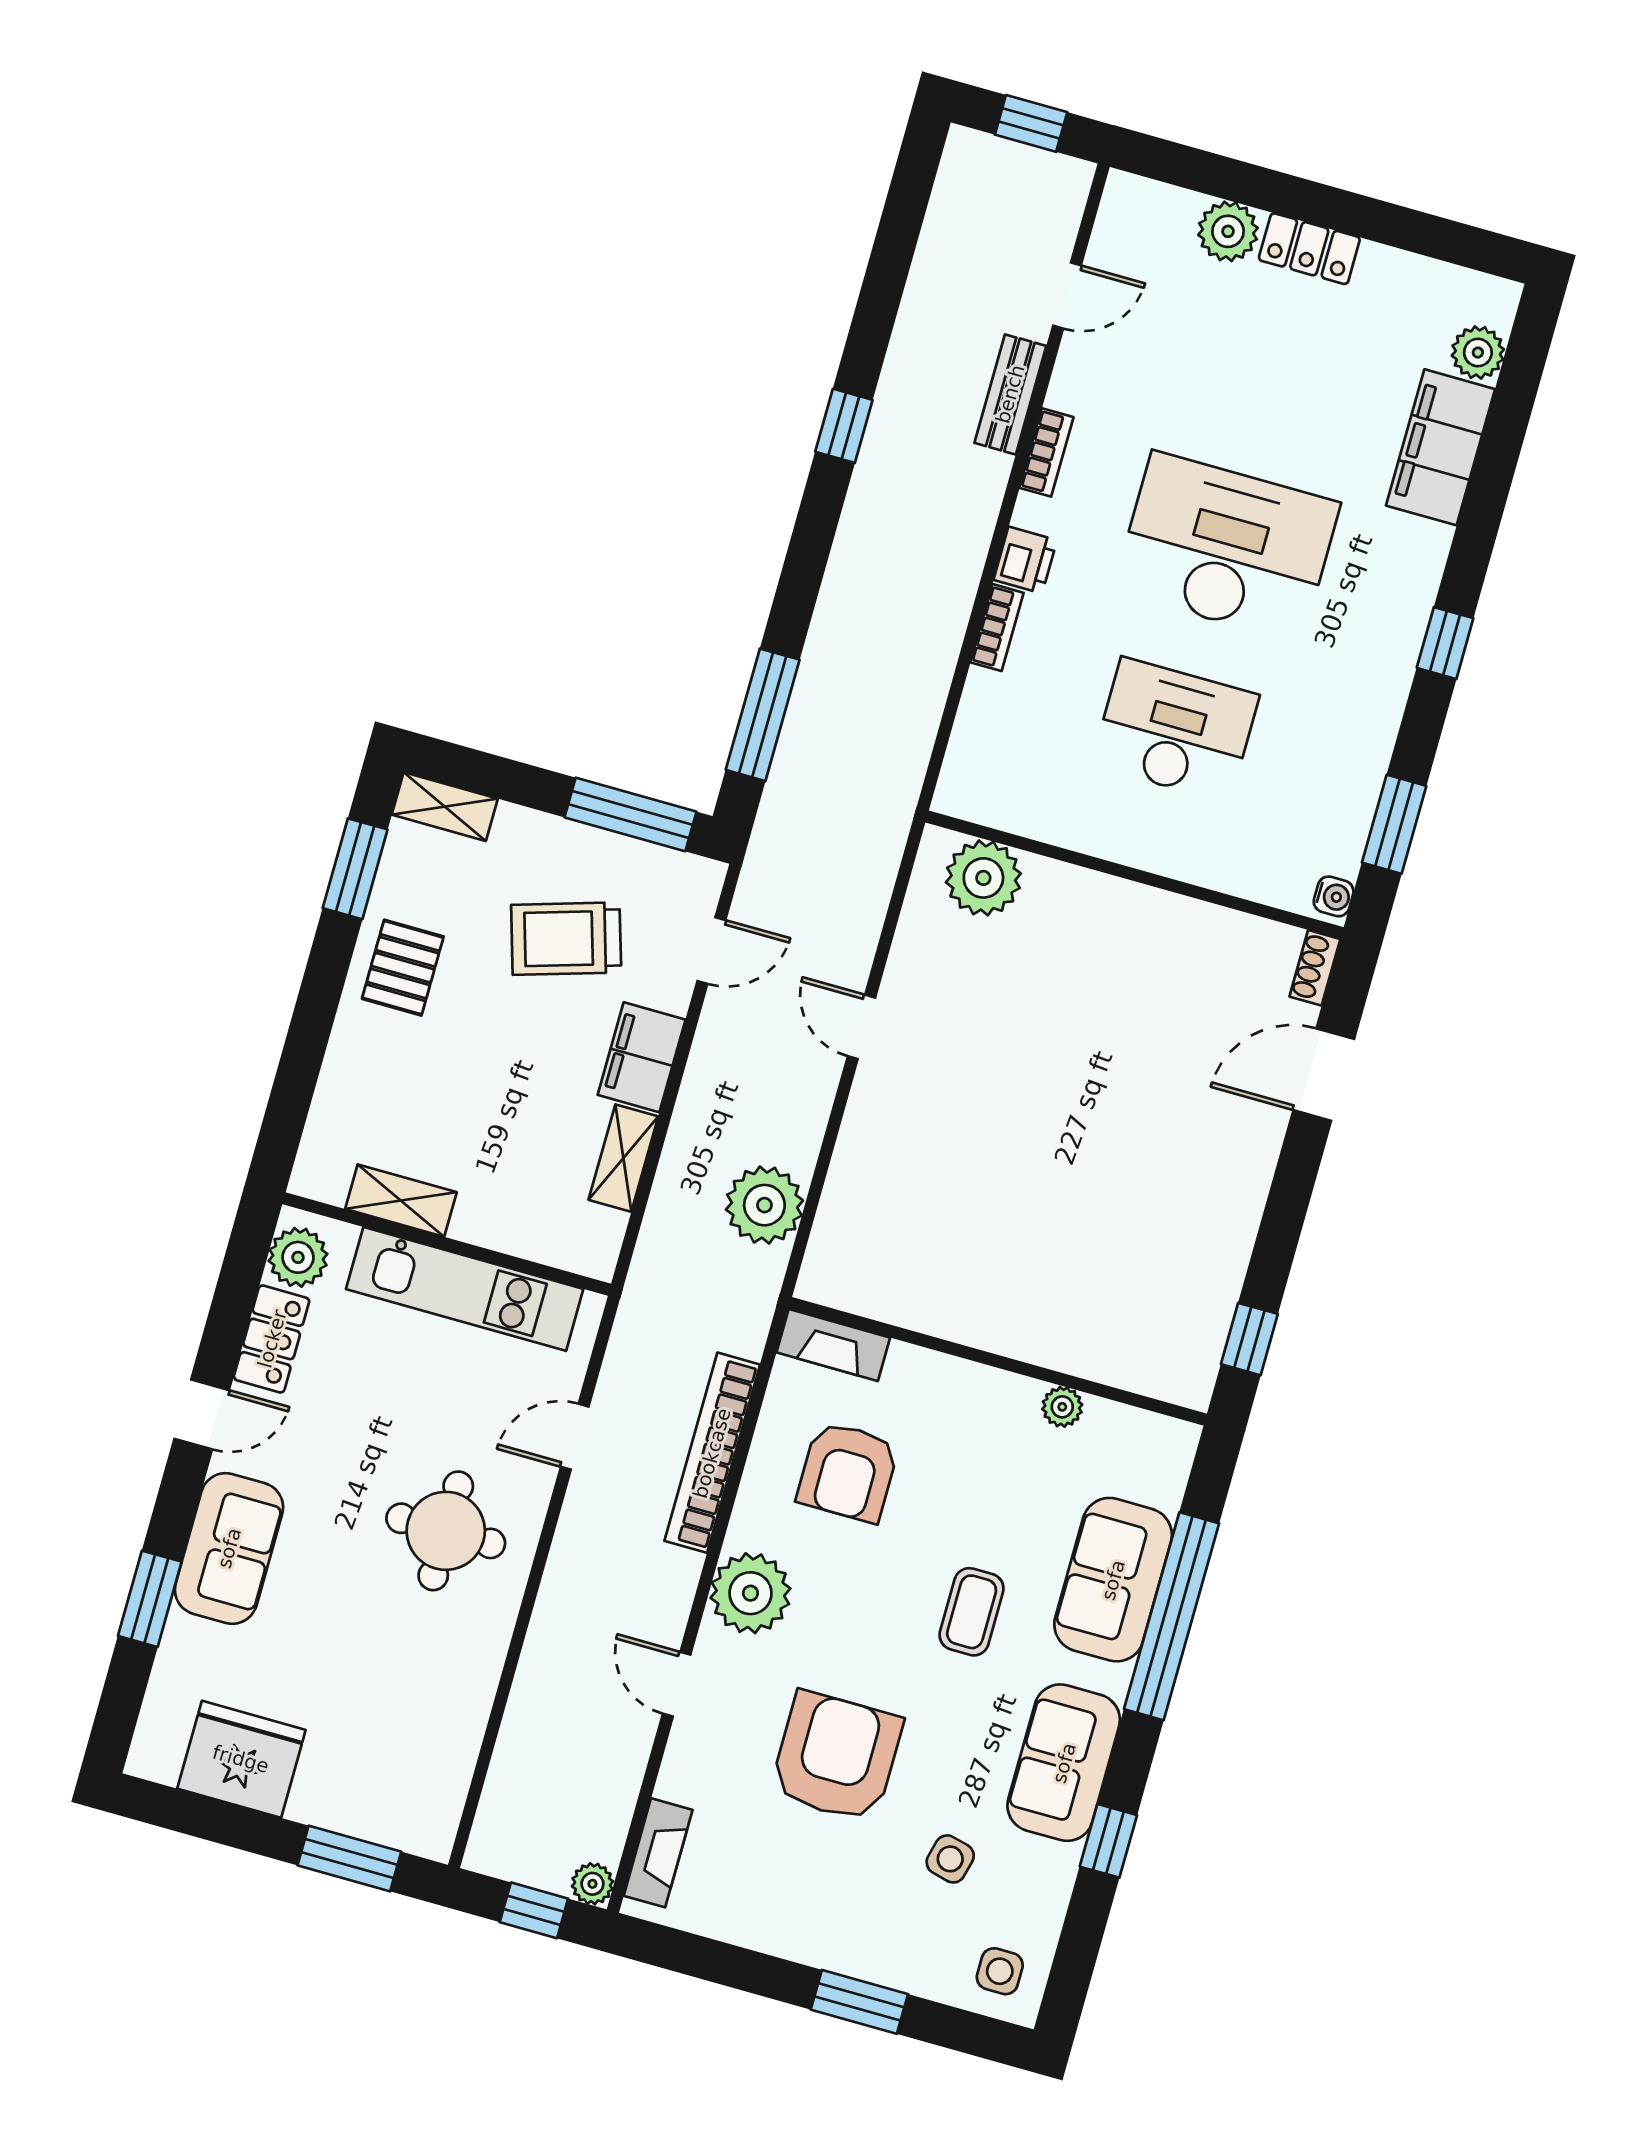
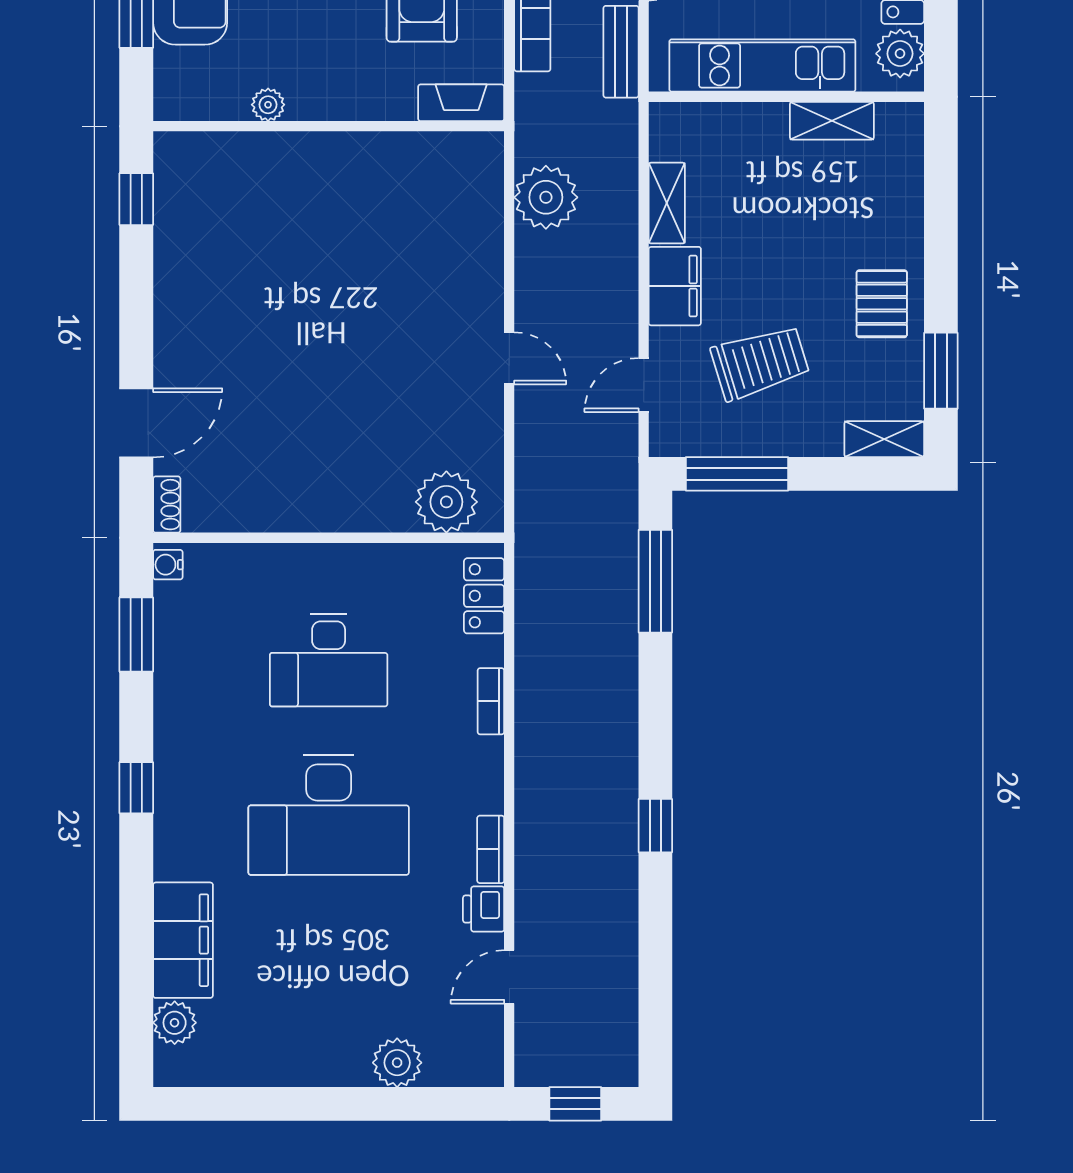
locker: (1309, 249) -> (484, 596), moved, turned -90
bench: (1010, 394) -> (621, 52), moved
printer: (1025, 560) -> (484, 909), moved

